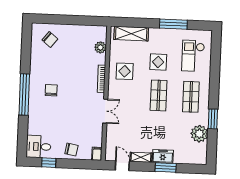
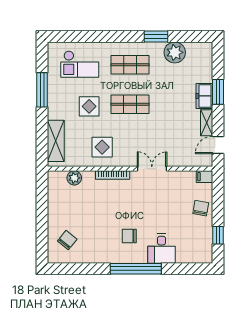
desk: (39, 147) -> (161, 249), moved

